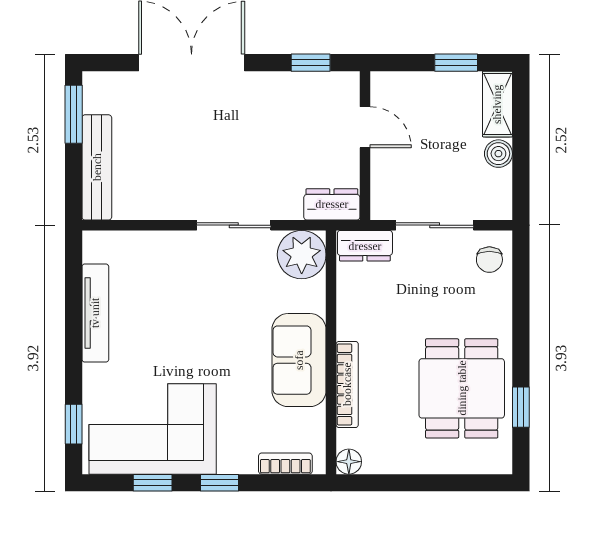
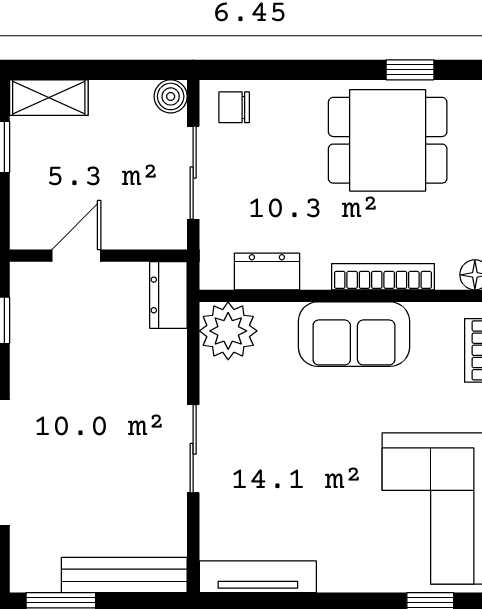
boiler: (498, 154) -> (171, 96), moved
sliding door: (234, 225) -> (193, 449), moved
dresser: (365, 246) -> (267, 272), moved, turned -90
chair: (489, 260) -> (234, 107), turned 180
tv unit: (95, 313) -> (258, 577), moved

